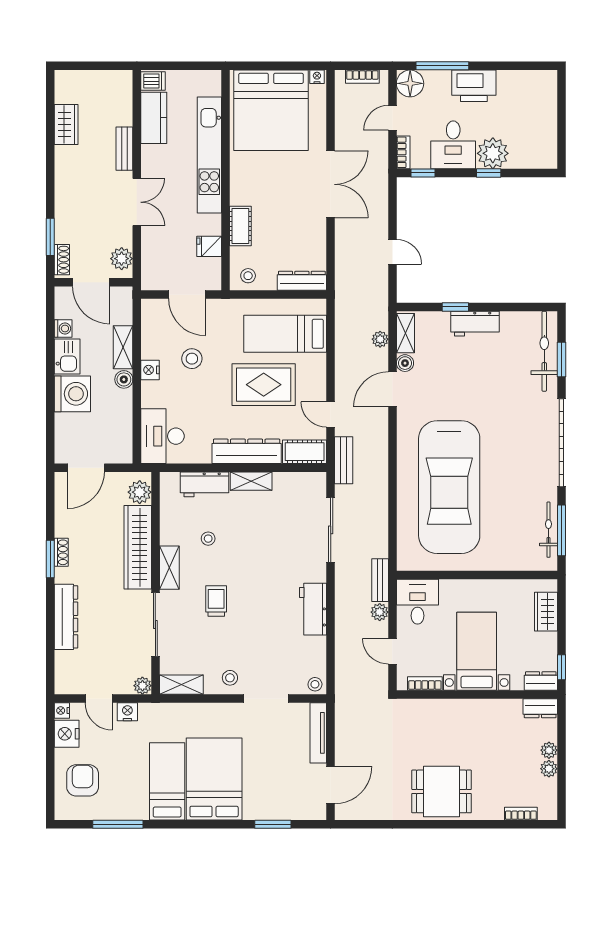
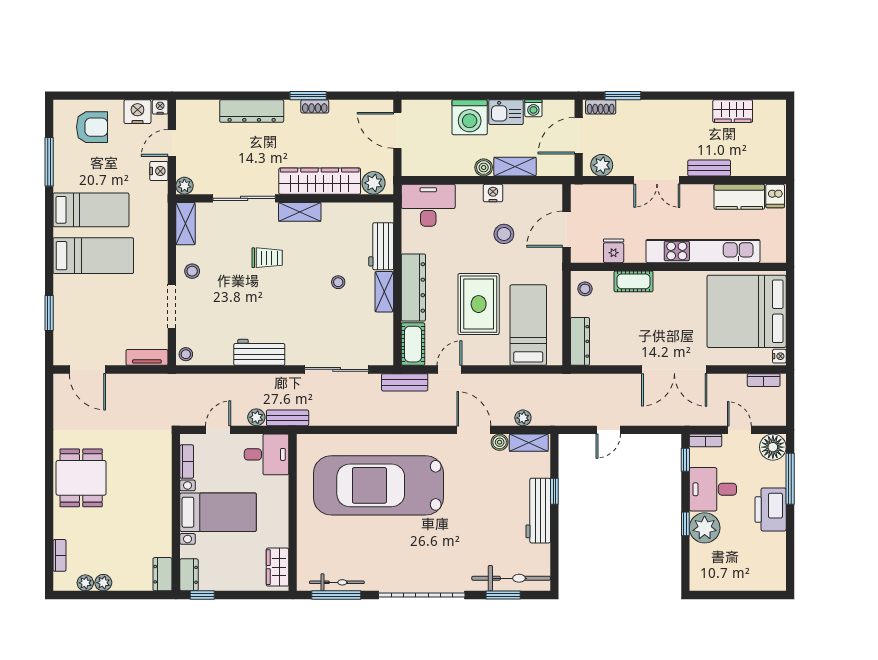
bookcase: (362, 77) -> (764, 380), moved, turned -90
workbench: (475, 324) -> (538, 511), width x1.38
stool: (208, 539) -> (338, 282), moved
wardrobe: (546, 612) -> (278, 567), moved, turned -90
tv unit: (318, 733) -> (147, 357), width x0.71
plant: (549, 750) -> (85, 583), moved
bed: (214, 779) -> (93, 256), width x0.67

